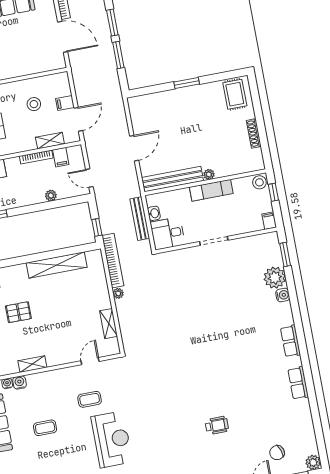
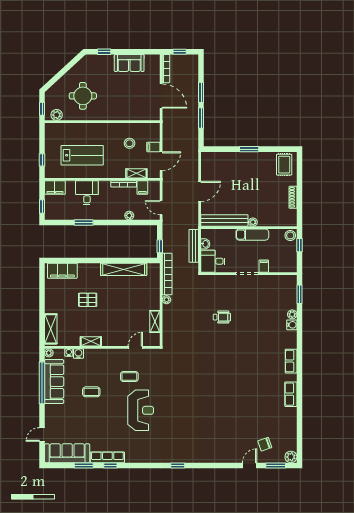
filing cabinet: (269, 221) -> (264, 266), moved
plant: (275, 278) -> (292, 314), width x0.53, depth x0.53
wheelchair: (217, 425) -> (222, 317), moved

